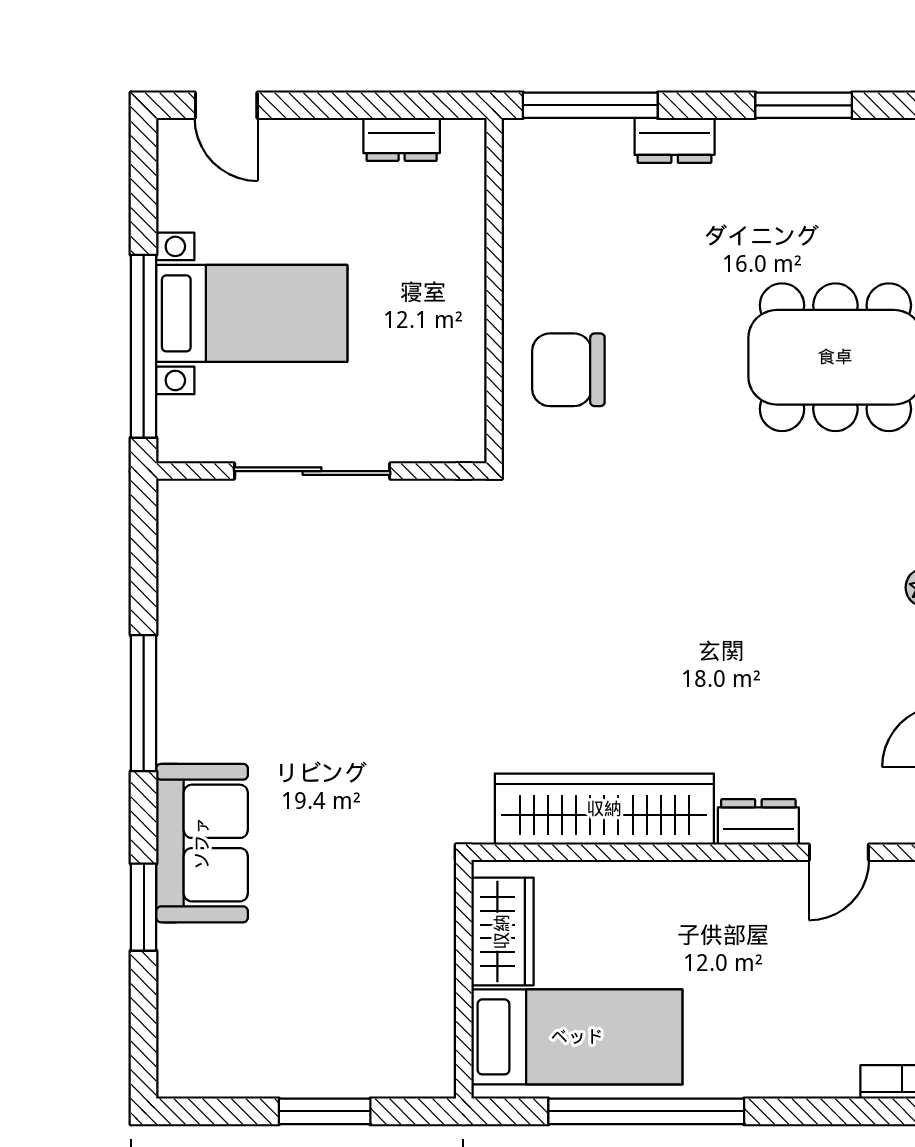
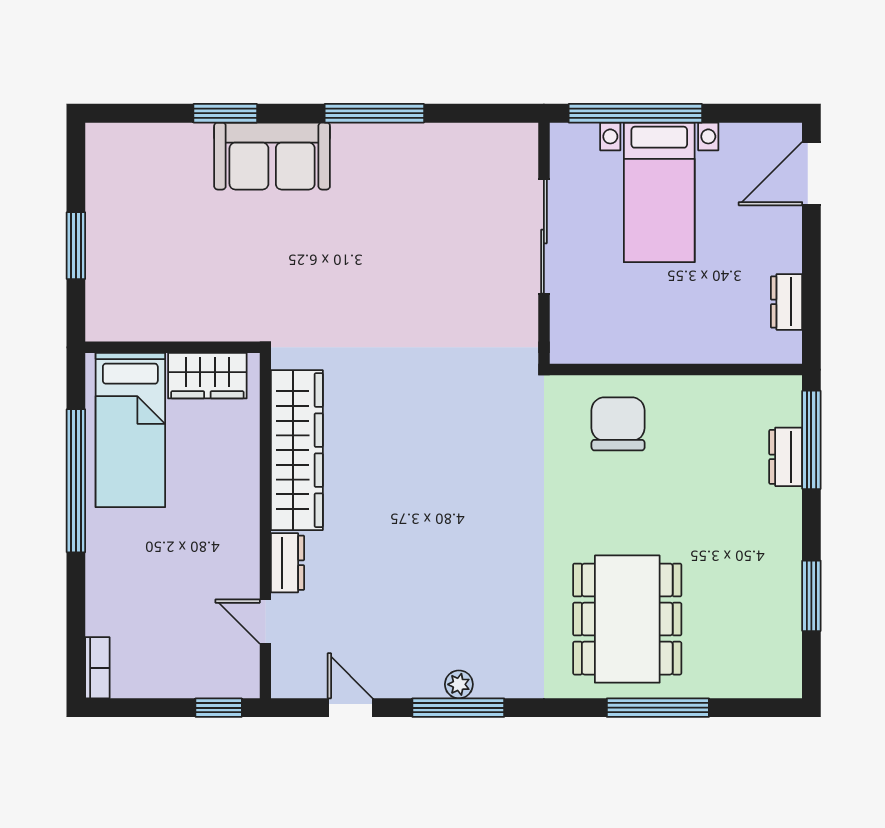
door: (226, 105) -> (811, 174), width x1.37
dresser: (675, 140) -> (786, 457), moved

